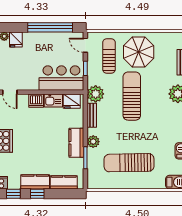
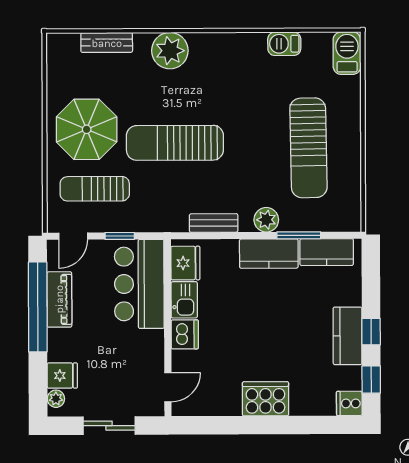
piano: (54, 38) -> (59, 299), added
plant: (96, 94) -> (171, 215), removed
kitchen counter: (64, 182) -> (327, 252), moved, turned -90

